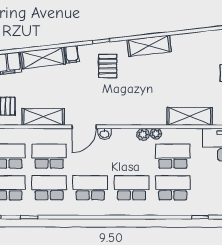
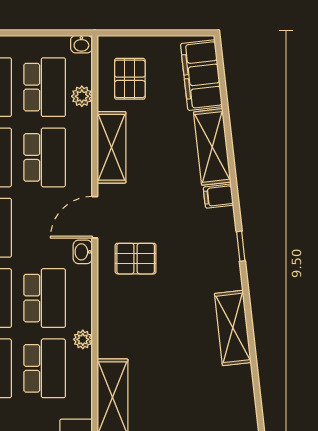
pallet: (108, 66) -> (136, 259), moved
door: (84, 127) -> (95, 217), hinge flipped
plant: (143, 134) -> (82, 96), moved
school desk: (132, 156) -> (45, 298), added

